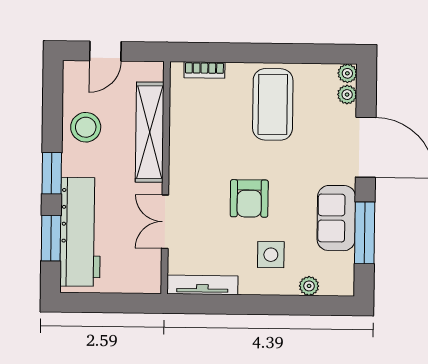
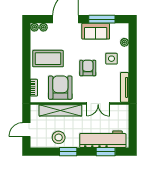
door: (105, 51) -> (26, 130), swing flipped
armchair: (204, 133) -> (60, 88), added
window: (52, 173) -> (68, 152), moved
armchair: (249, 198) -> (88, 68), turned -90

